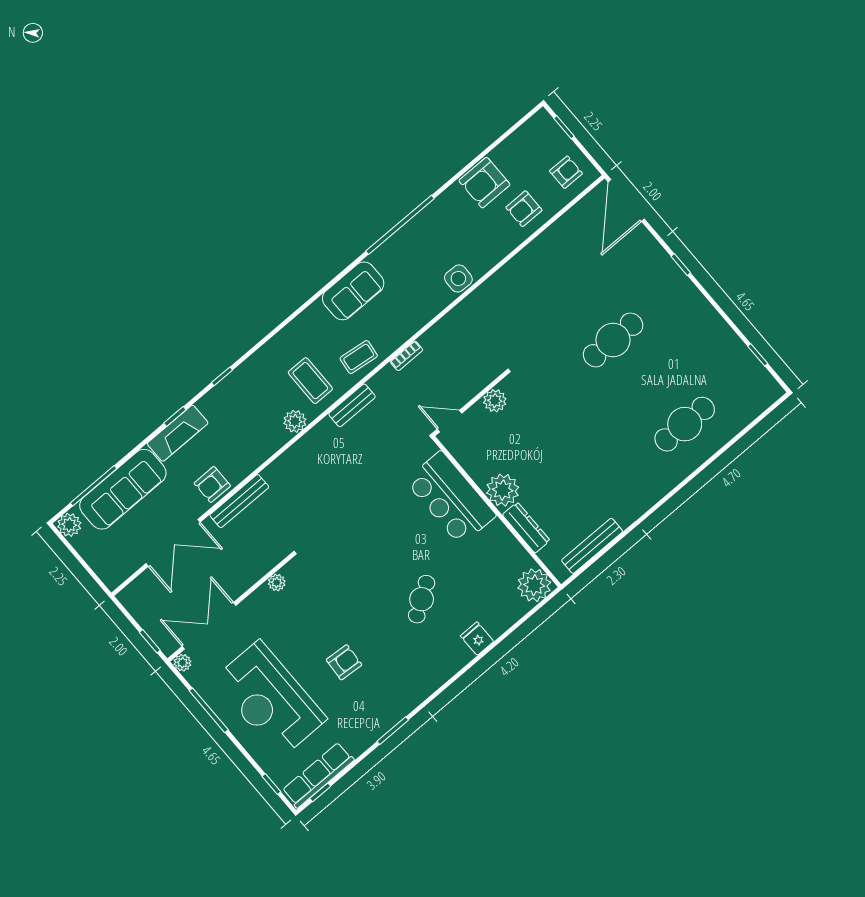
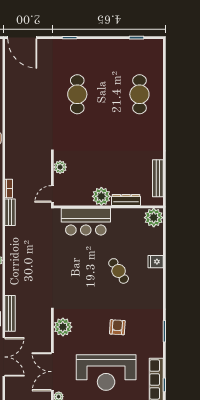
bench: (352, 405) -> (10, 212), moved
plant: (277, 583) -> (63, 327), width x1.87, depth x1.87

